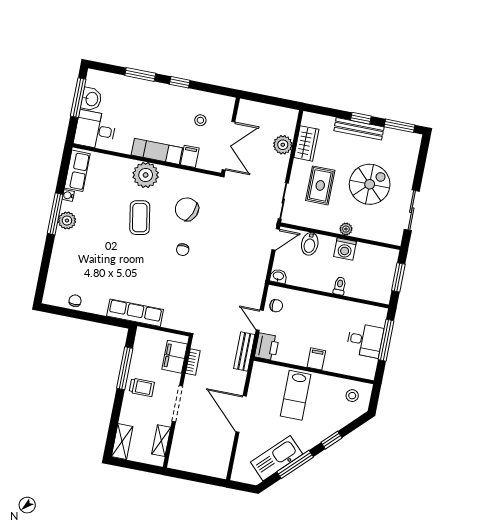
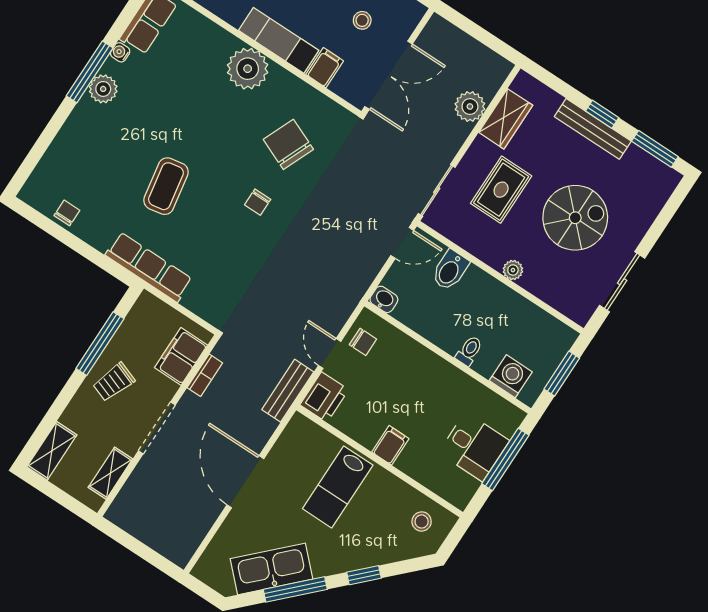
coffee table: (140, 218) -> (166, 186), moved
washing machine: (345, 249) -> (511, 376), moved, turned 180
trolley: (142, 387) -> (114, 382), turned 110

